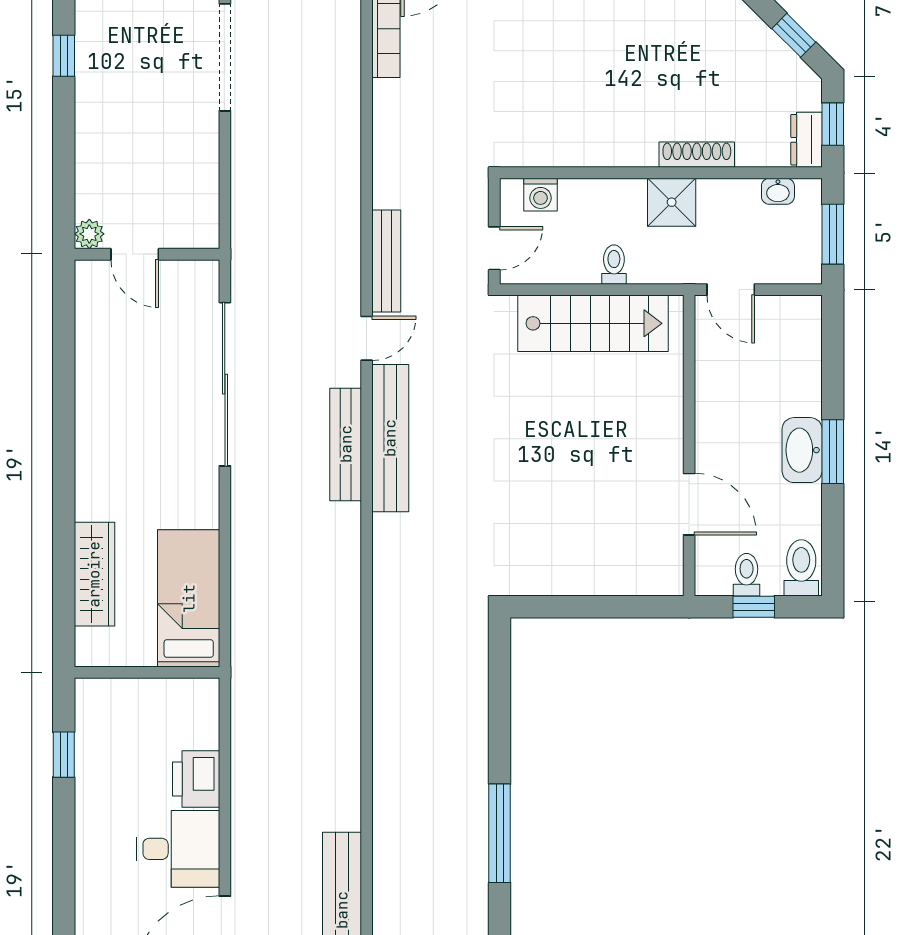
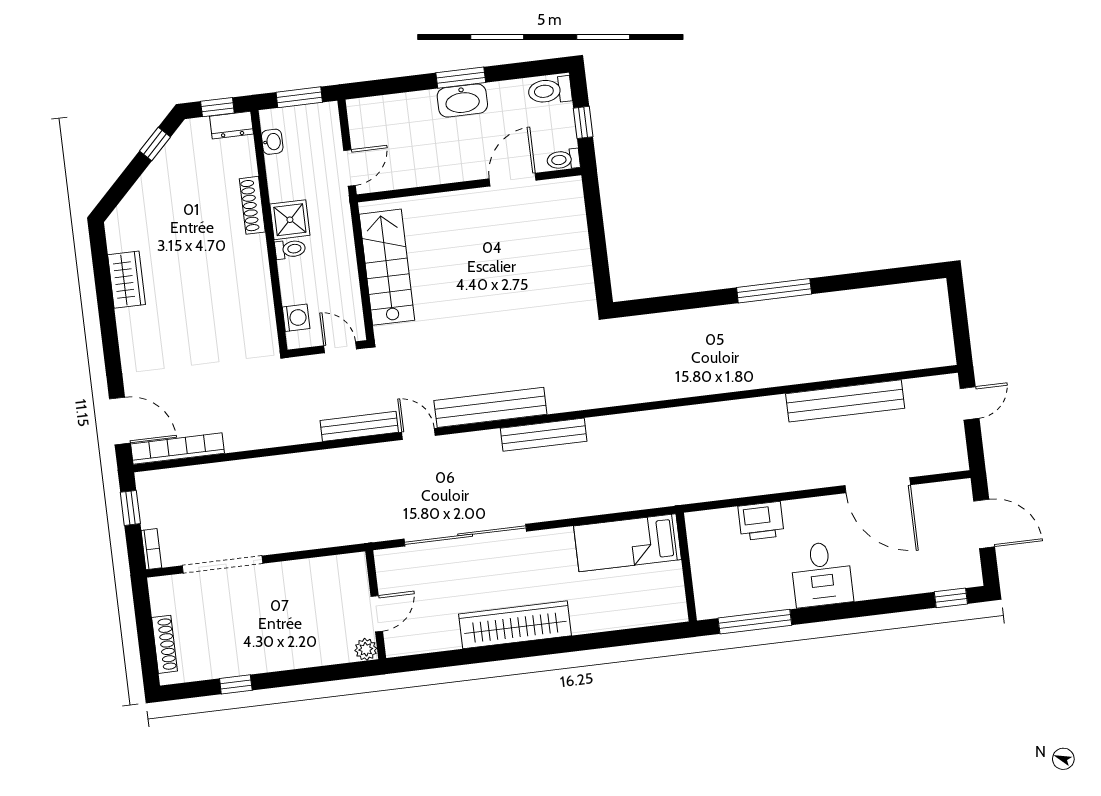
toilet: (614, 265) -> (290, 249), moved, turned 180
bench: (346, 444) -> (544, 435), moved
wardrobe: (94, 574) -> (515, 625), moved, width x1.40, depth x1.17
toilet: (747, 575) -> (563, 159), moved
window: (64, 755) -> (755, 622), width x2.17
desk: (178, 849) -> (822, 574), moved, turned 180

